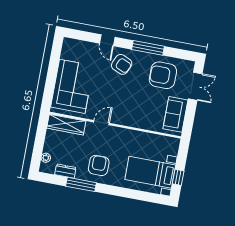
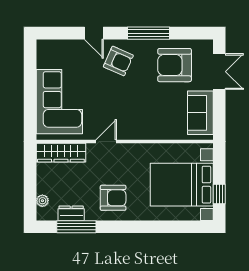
armchair: (99, 165) -> (113, 198), turned 90
bed with nightstands: (150, 172) -> (182, 185), width x1.36
window: (81, 184) -> (76, 227), moved

